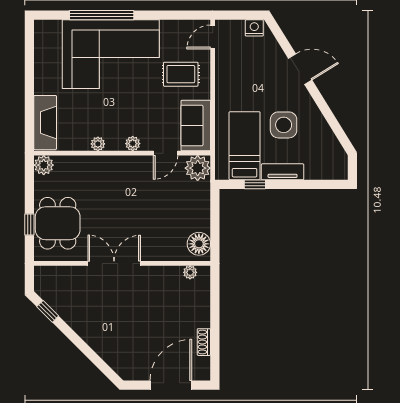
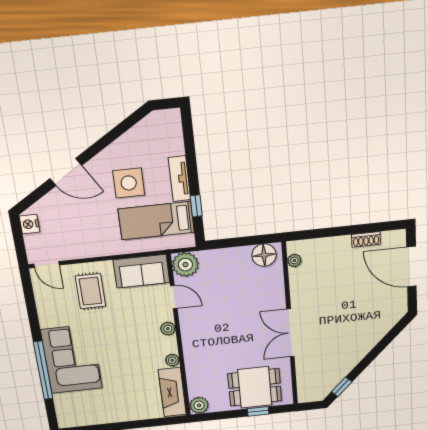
corner sofa: (111, 54) -> (72, 359), width x0.73, depth x0.74
door: (300, 69) -> (66, 172), swing flipped
fireplace: (45, 123) -> (172, 392), moved, turned -90

